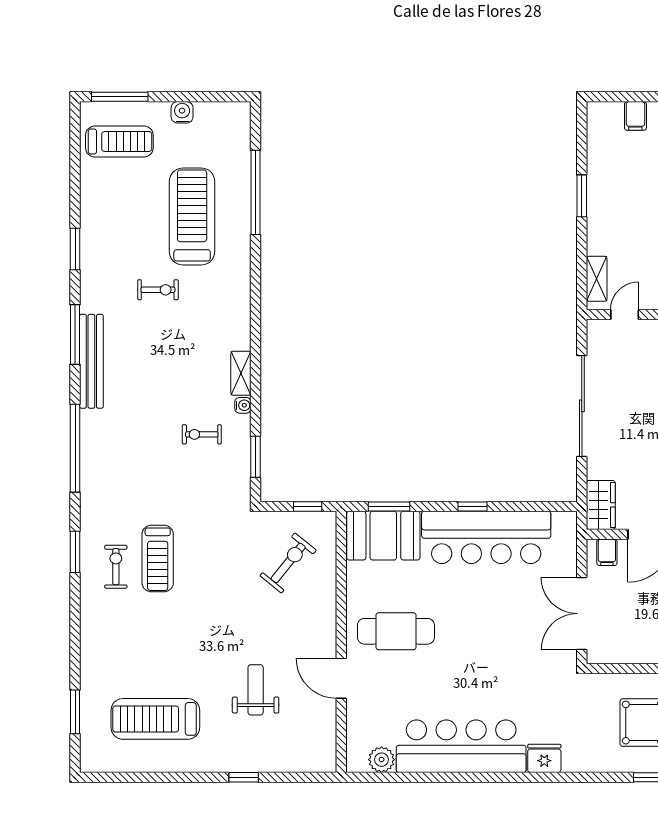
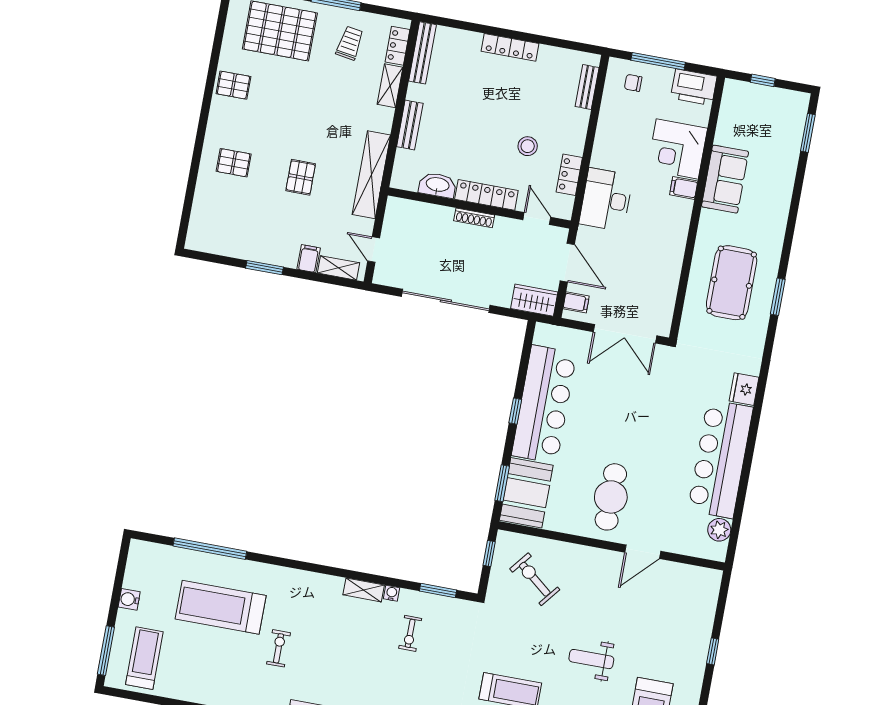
filing cabinet: (635, 116) -> (309, 259), moved, turned -90
weight bench: (256, 690) -> (591, 659), moved

